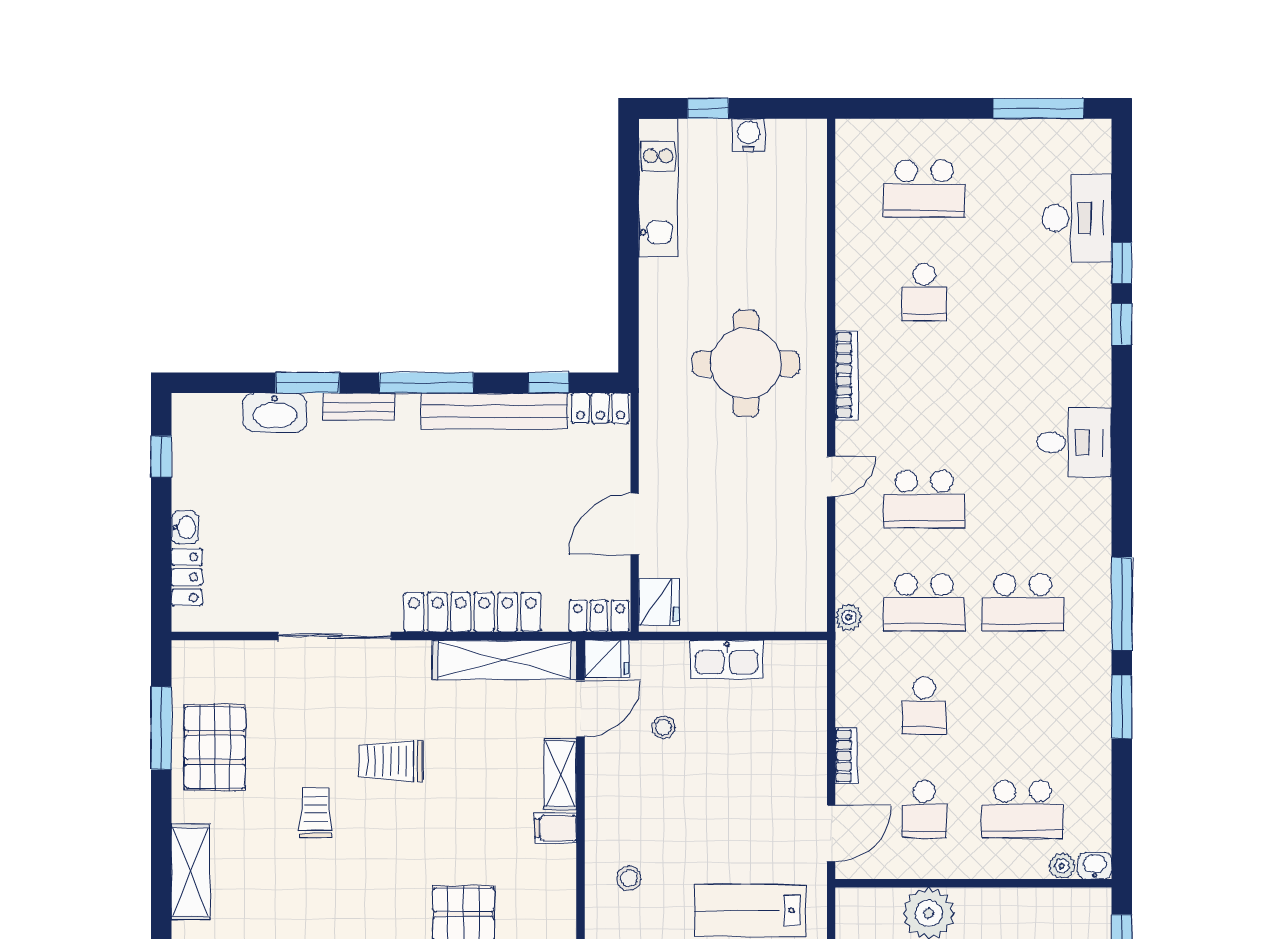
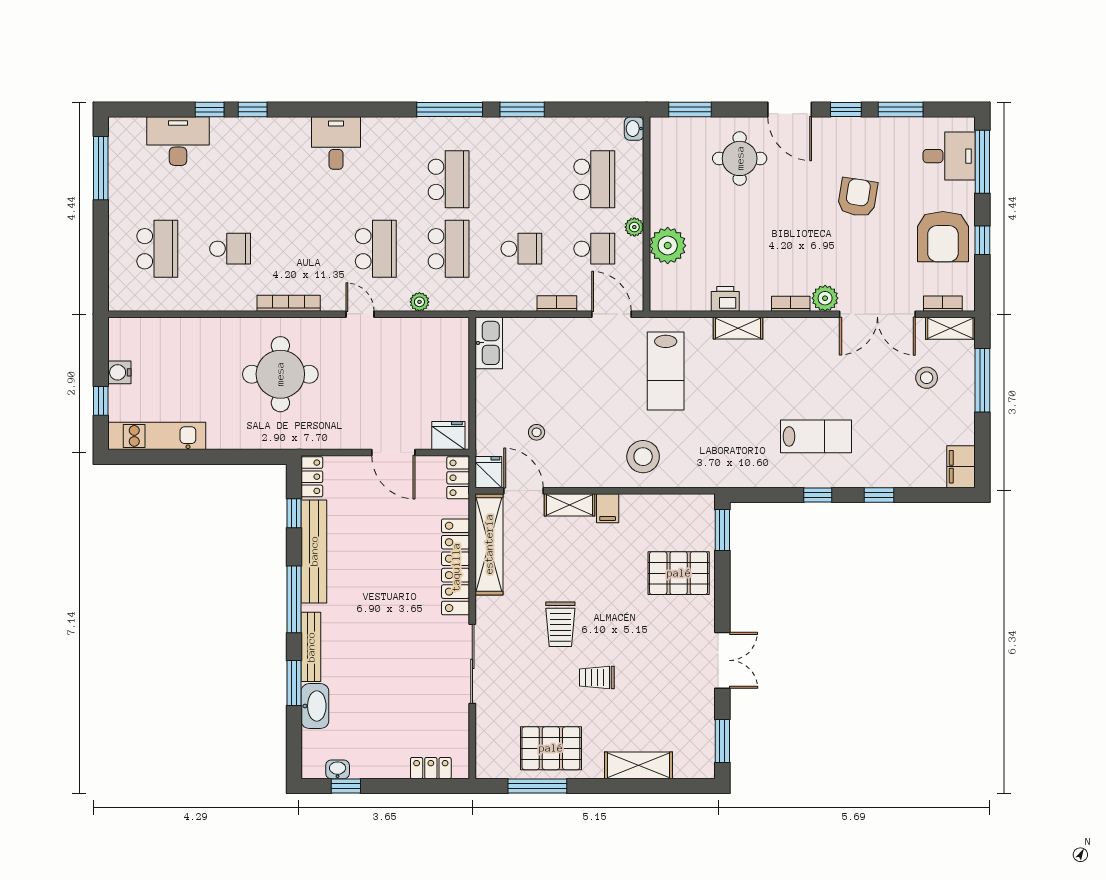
bench: (359, 407) -> (311, 647), width x1.36
washbasin: (185, 527) -> (338, 769), moved
plant: (849, 617) -> (419, 302), moved
kitchen sink: (727, 659) -> (489, 343), moved
plant: (1062, 866) -> (634, 227), moved
stool: (629, 878) -> (643, 457), width x1.89, depth x1.89

